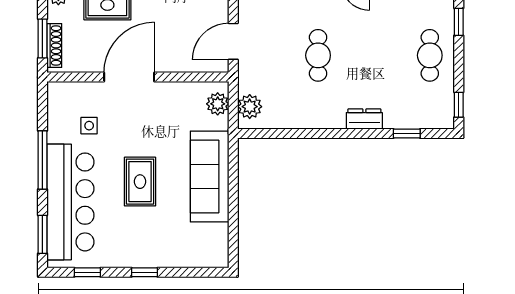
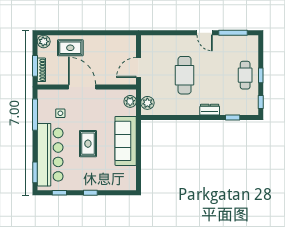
window: (459, 22) -> (261, 75), moved
cafe table: (318, 55) -> (185, 75), width x1.37, depth x1.35
door: (129, 77) -> (82, 87), hinge flipped
window: (42, 160) -> (35, 115), moved

